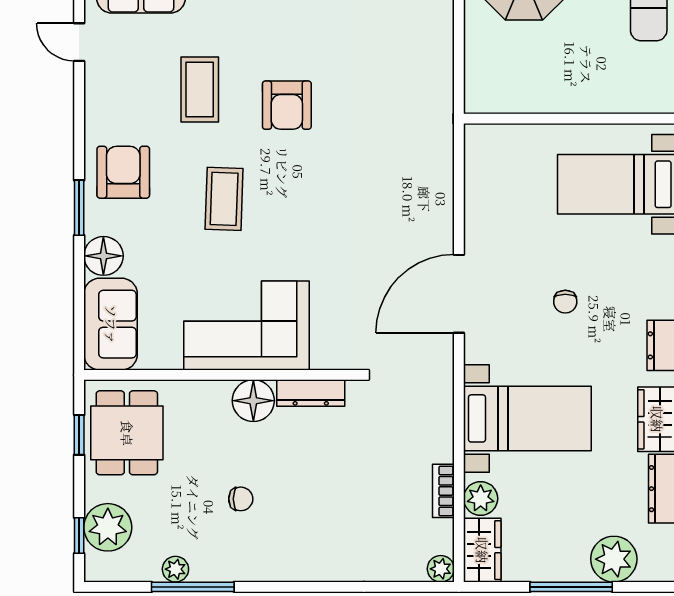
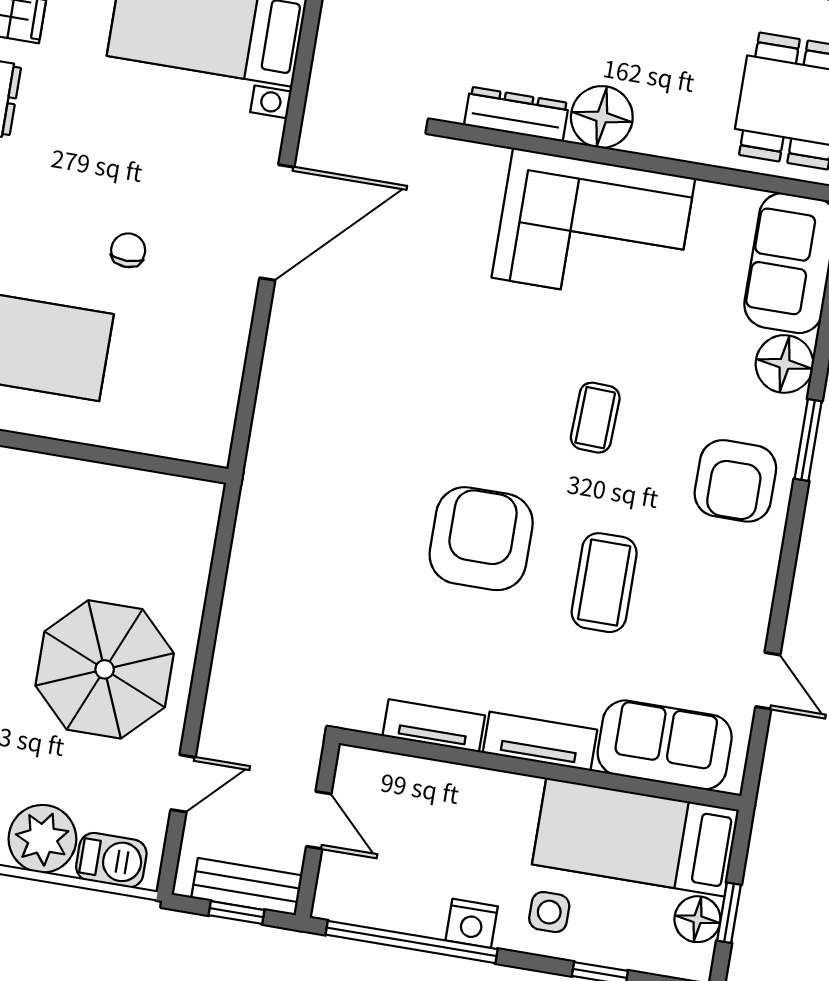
armchair: (287, 105) -> (481, 539), width x1.36, depth x1.36
coffee table: (224, 199) -> (595, 418), width x0.73, depth x0.77
chair: (565, 302) -> (128, 250), moved

